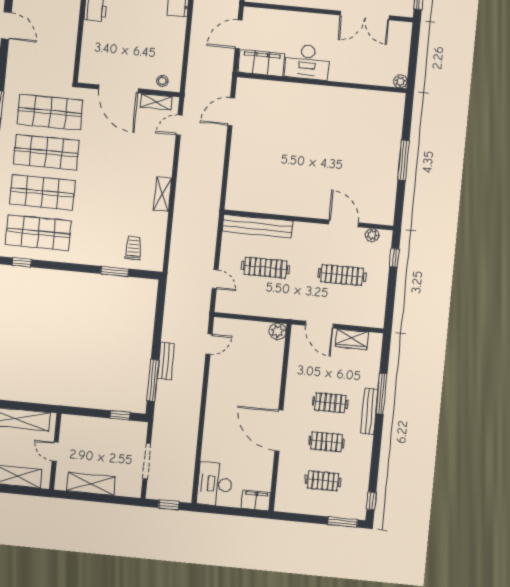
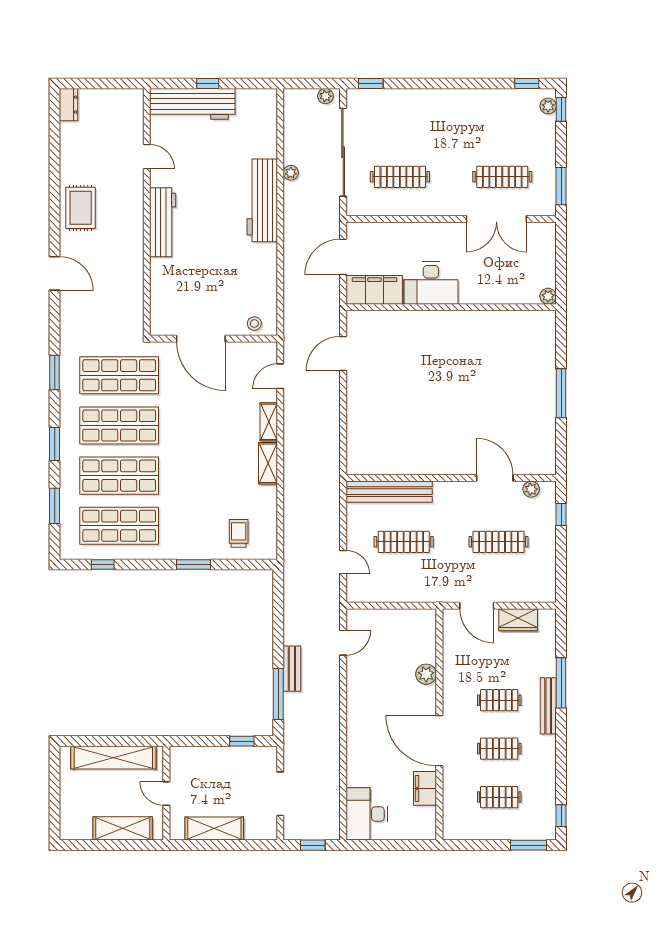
shelving: (156, 102) -> (269, 422), moved, turned 90
window: (115, 271) -> (194, 564), moved
plant: (278, 331) -> (426, 674), moved
filing cabinet: (256, 500) -> (425, 788), moved, turned -90

